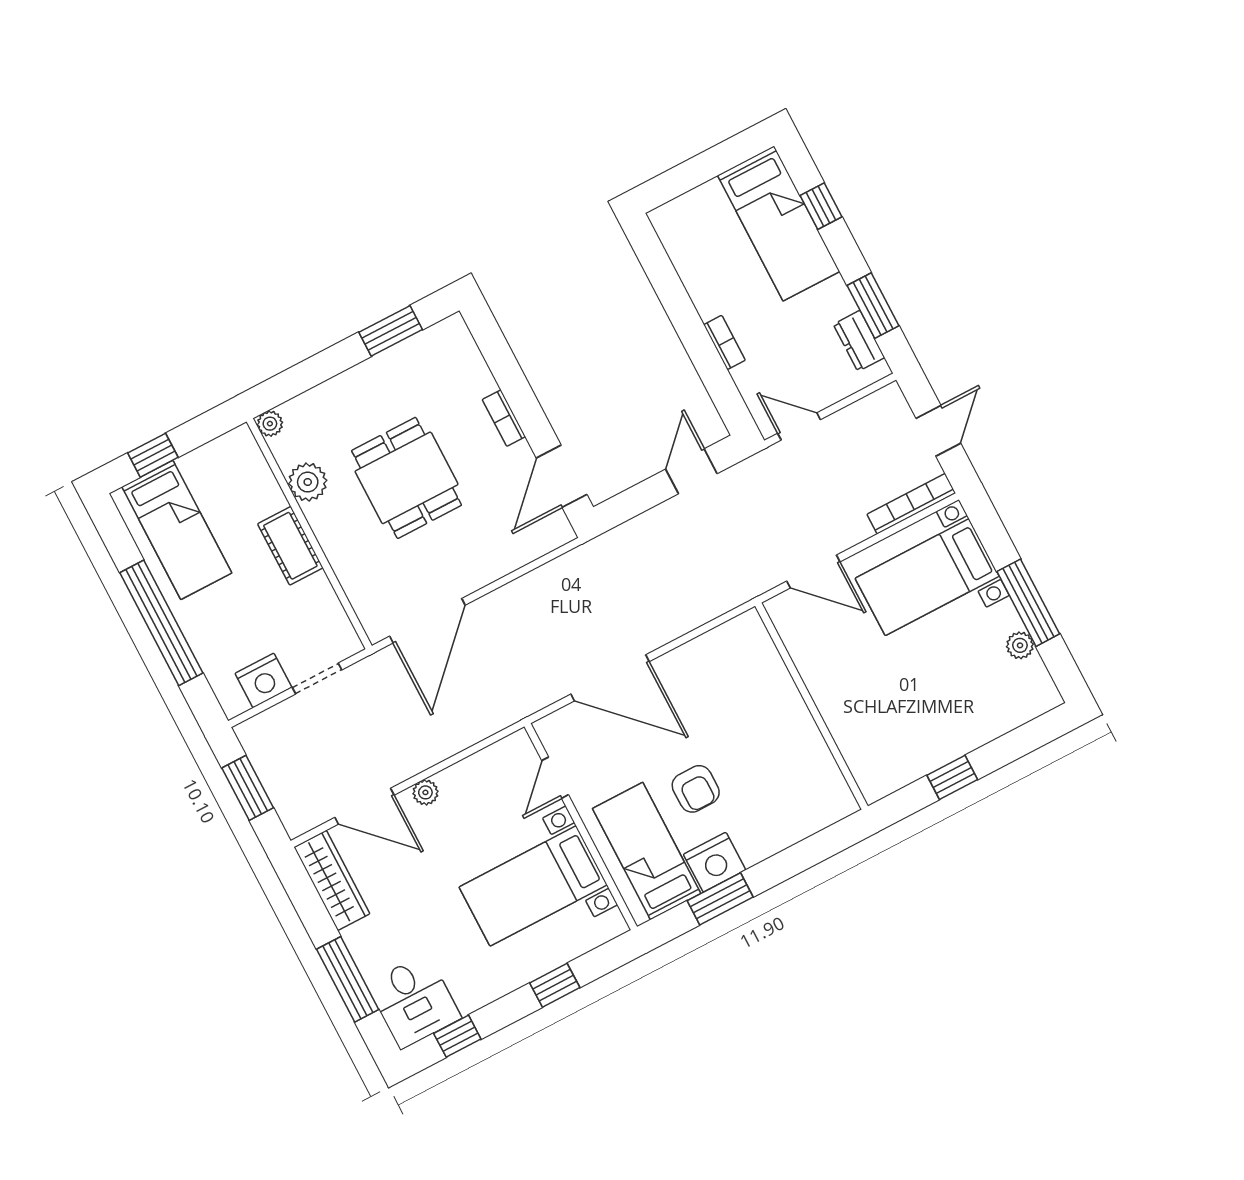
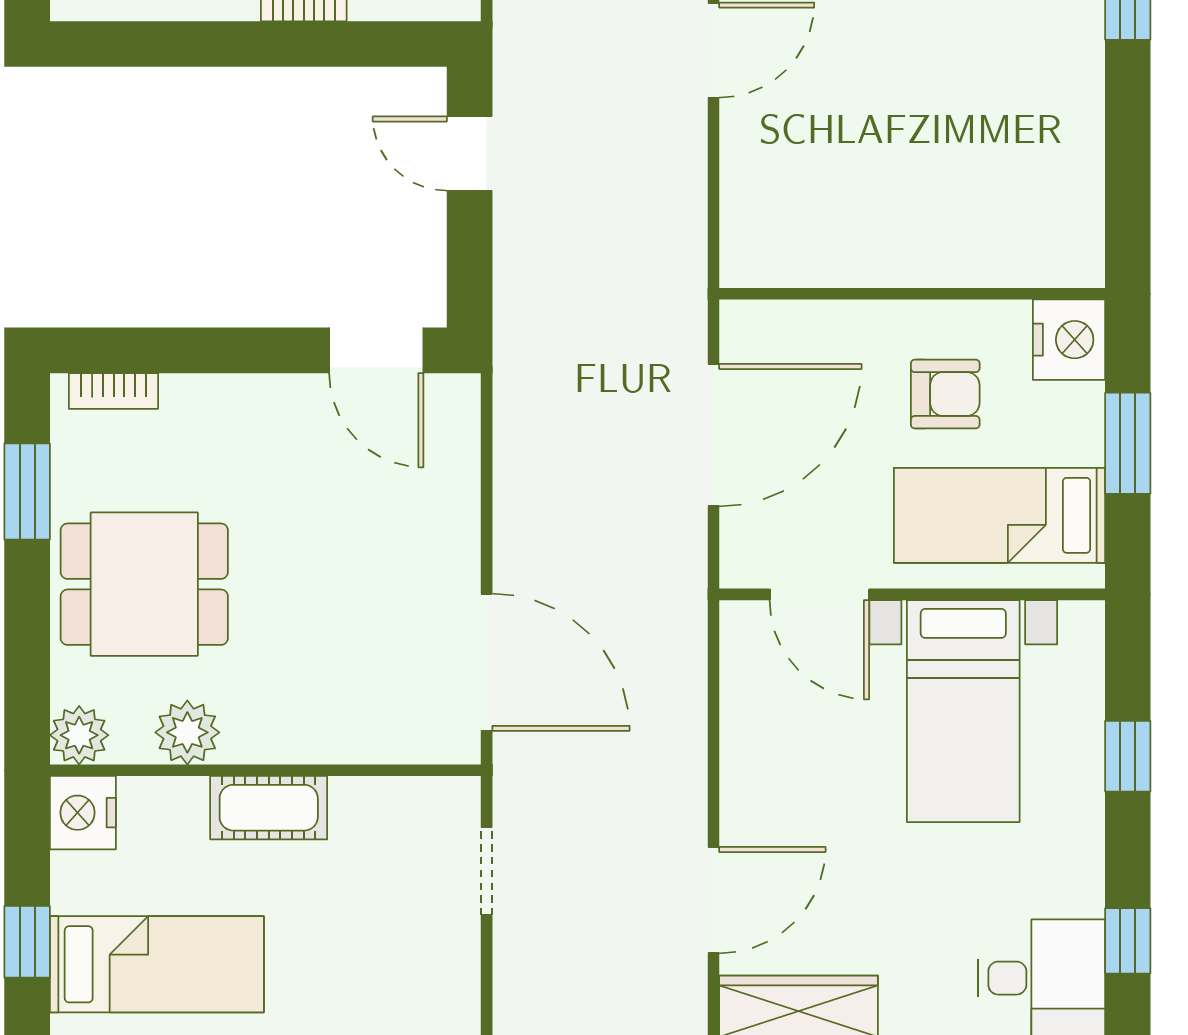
bookcase: (504, 418) -> (114, 391), moved
plant: (270, 424) -> (79, 735), width x1.38, depth x1.38
dining table: (407, 478) -> (144, 584), moved
nightstand: (263, 680) -> (83, 813), moved, turned 180
wall: (811, 706) -> (912, 294), moved
door: (555, 778) -> (819, 594), width x1.38
plant: (425, 792) -> (740, 799), removed
nightstand: (715, 862) -> (1069, 340), moved

